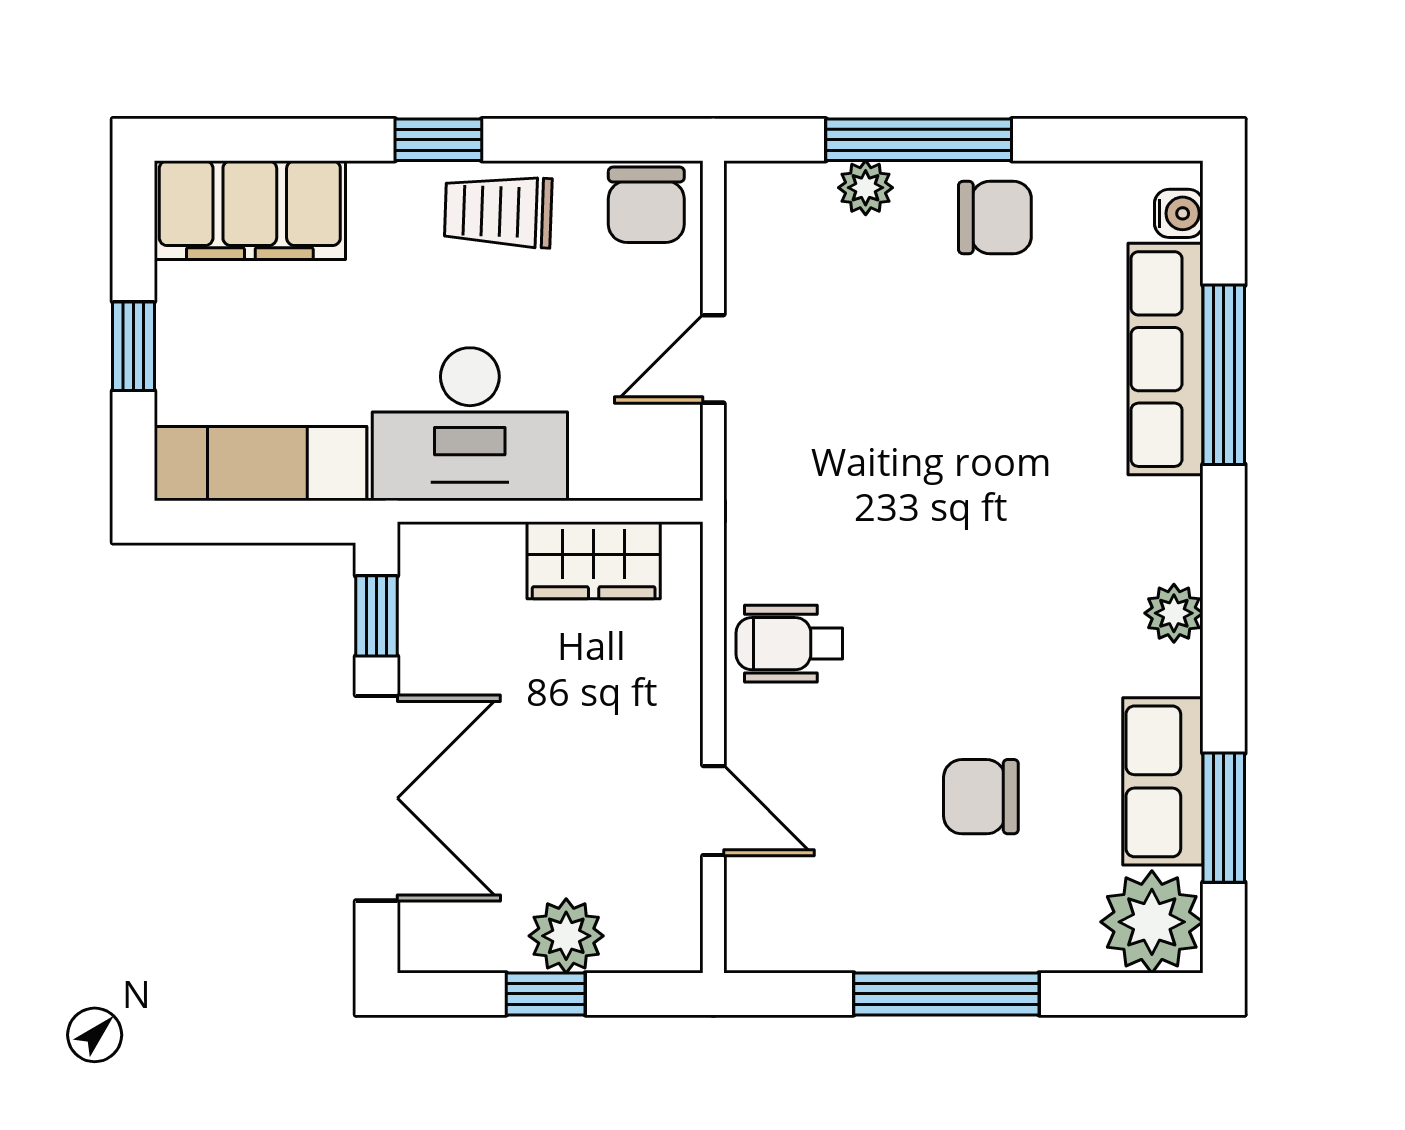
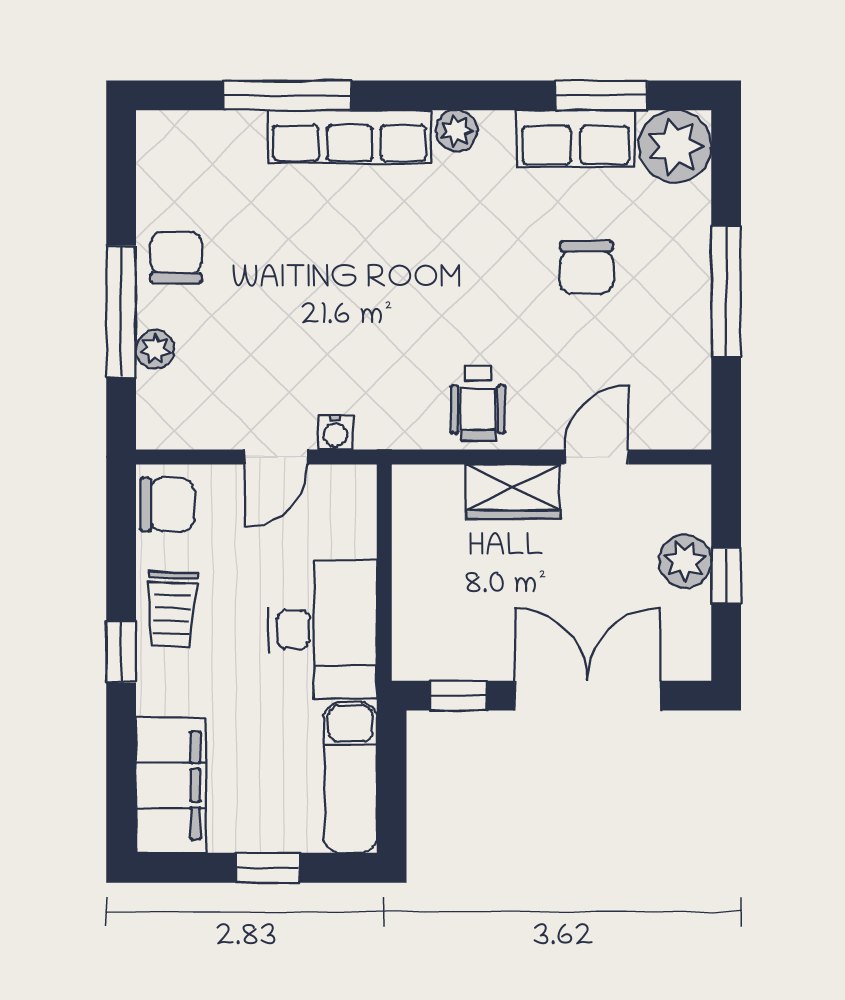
water cooler: (1179, 213) -> (335, 432), moved, turned 180
door: (713, 359) -> (276, 457), hinge flipped
row of seats: (1165, 359) -> (350, 137), moved
wardrobe: (594, 560) -> (513, 492), moved, turned 90

